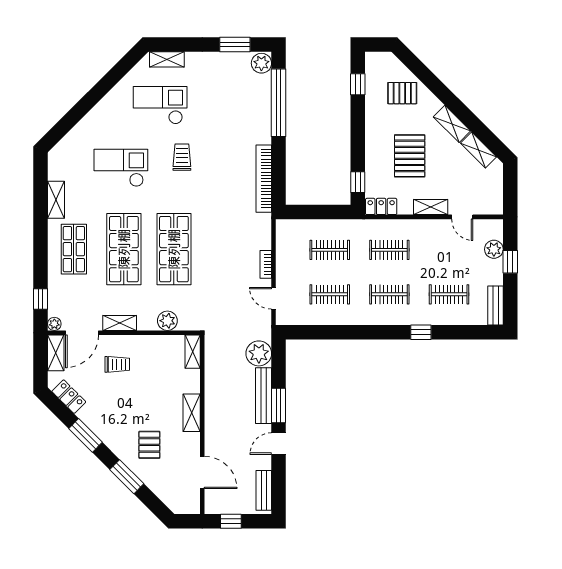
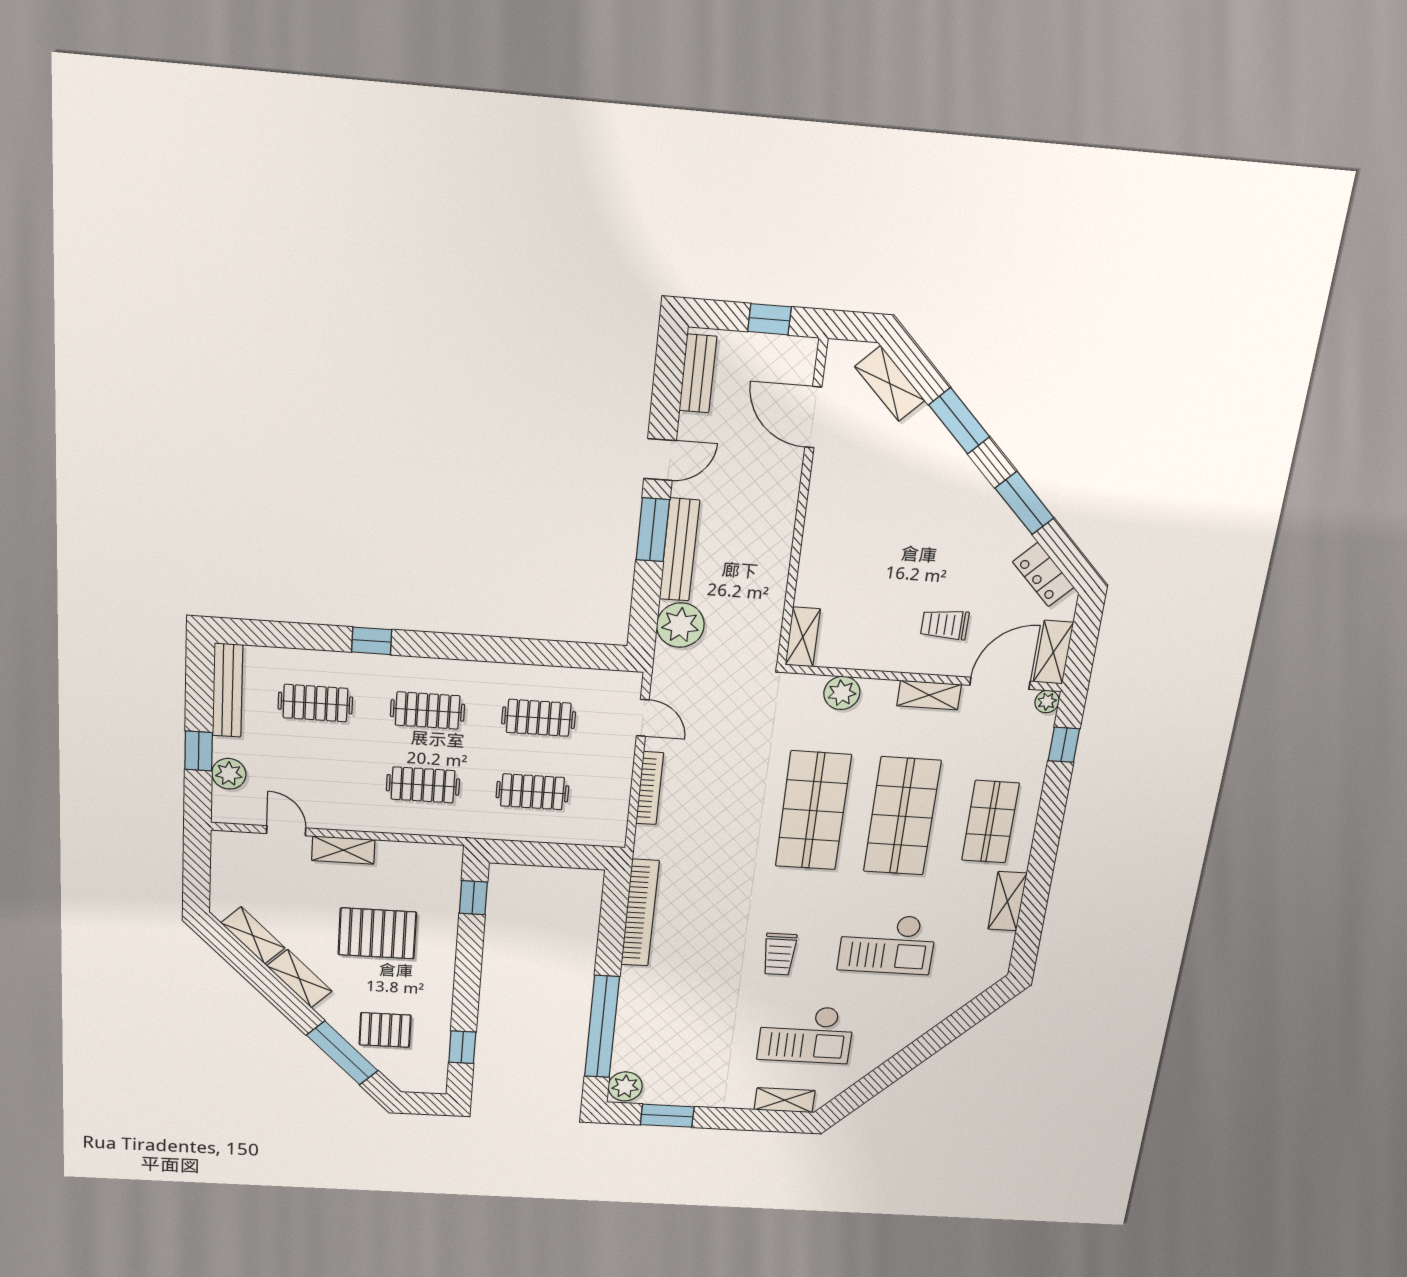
window: (426, 76) -> (342, 1053), added
pallet: (410, 156) -> (377, 933), turned 90
locker: (381, 206) -> (434, 856), removed
bookcase: (266, 264) -> (650, 788), width x1.56
bench: (496, 306) -> (228, 690), width x1.36
shelving: (192, 413) -> (890, 384), moved, turned -45
pallet: (149, 445) -> (907, 477), removed

